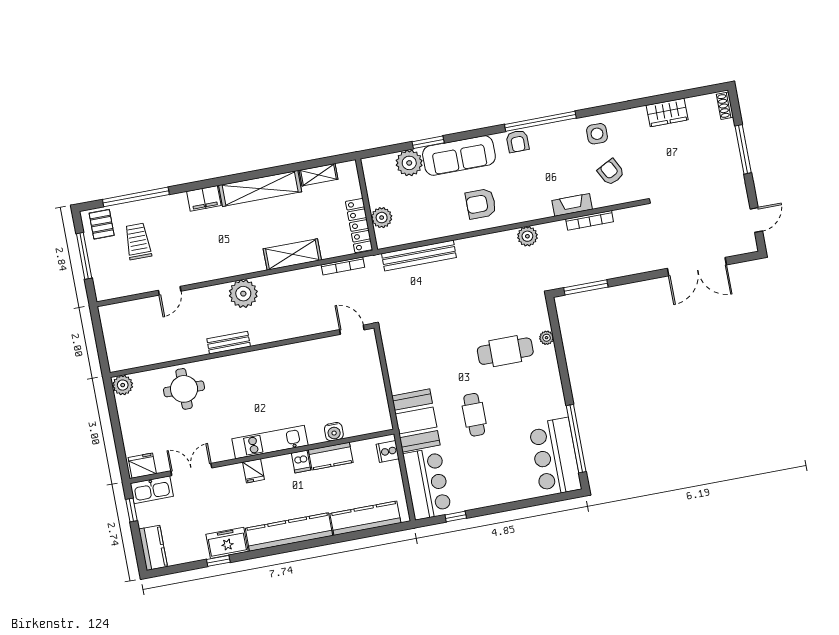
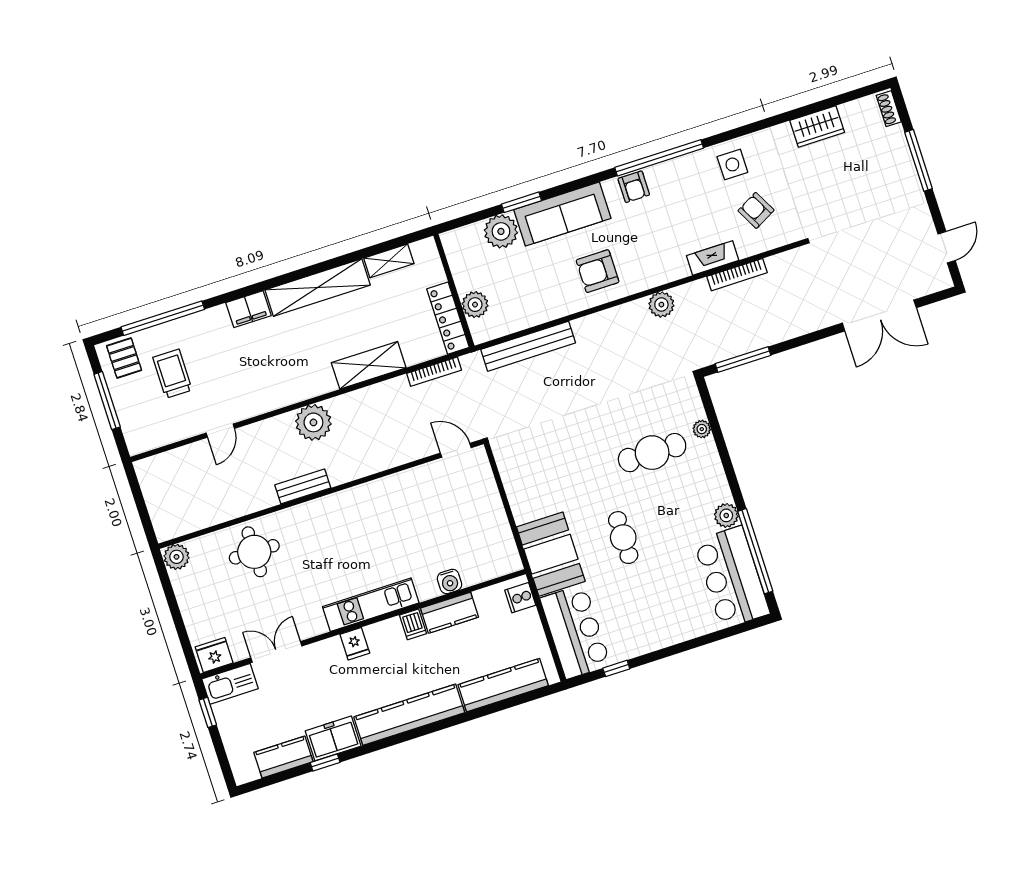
plant: (557, 408) -> (726, 515), added
kitchen counter: (153, 548) -> (283, 757), moved, turned -90

